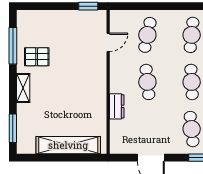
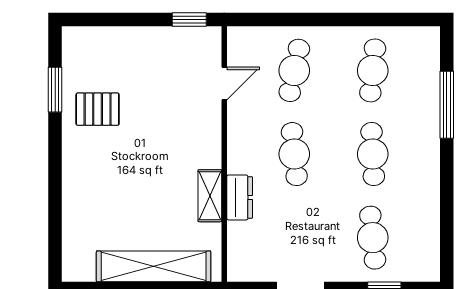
window: (13, 46) -> (55, 90), width x0.69
shelving: (23, 88) -> (210, 196), moved
window: (13, 128) -> (55, 236), removed

